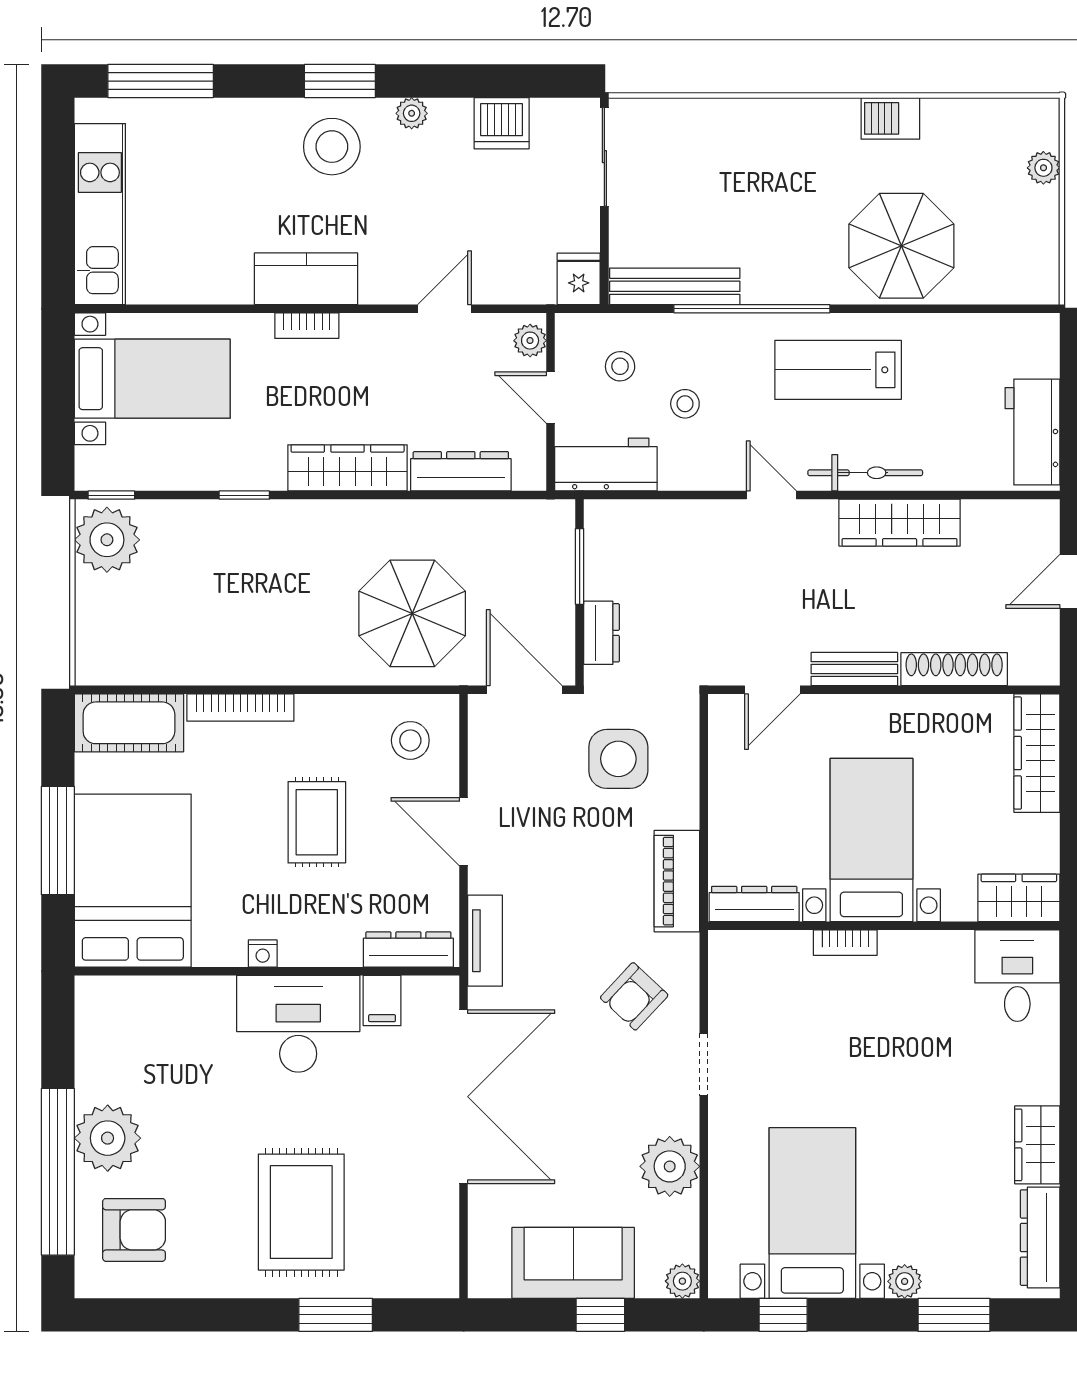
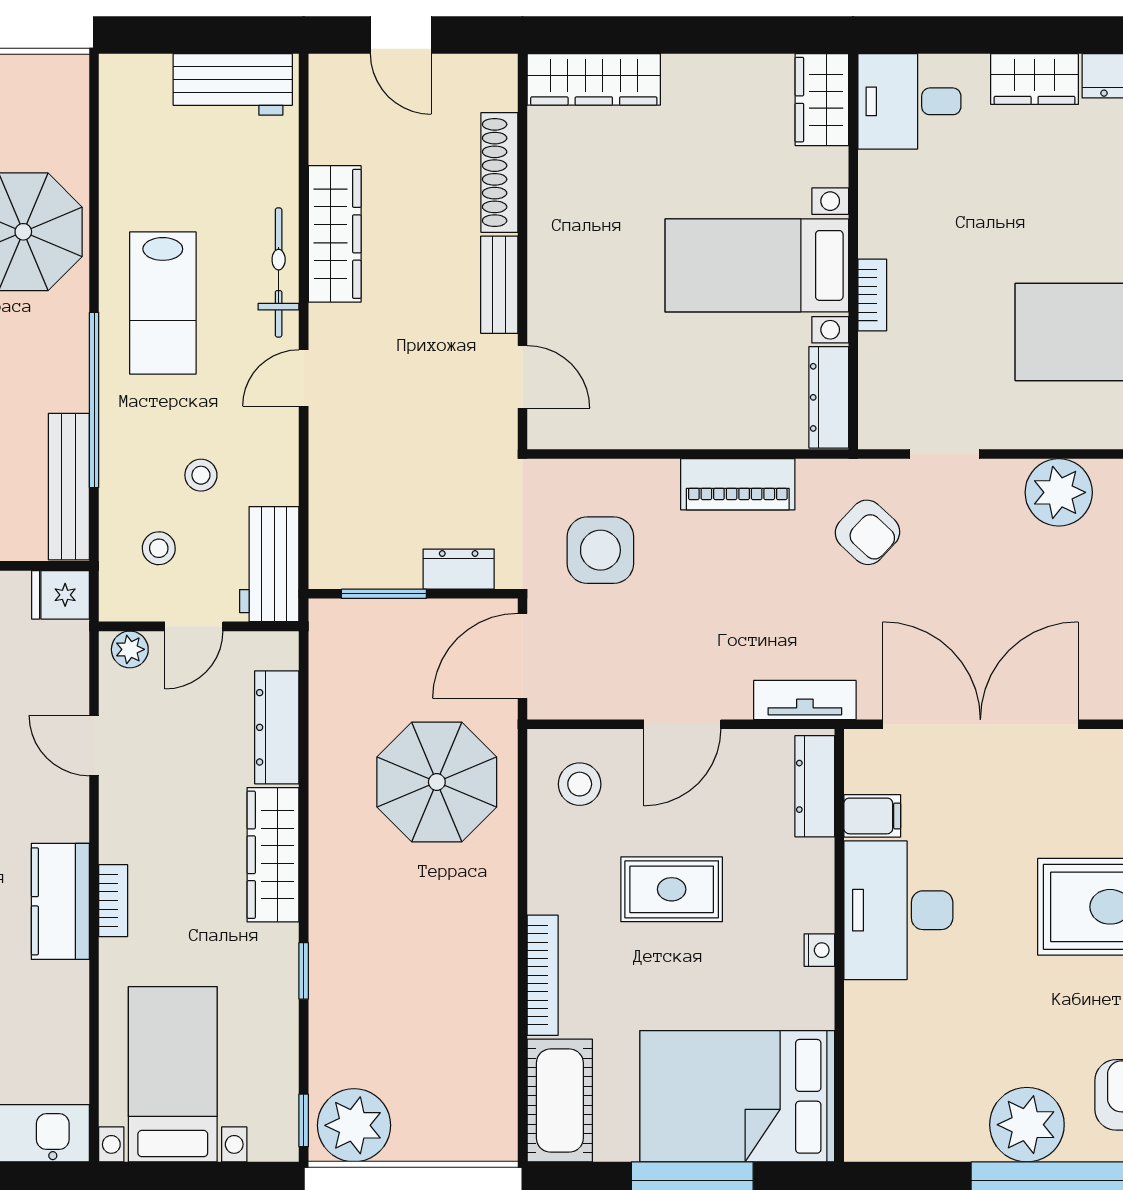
bed with nightstands: (871, 840) -> (757, 265), moved
wardrobe: (1019, 898) -> (822, 100), moved
dresser: (754, 904) -> (829, 397), moved
wall: (884, 926) -> (853, 252), moved
bookcase: (845, 943) -> (872, 295), moved
desk: (1017, 976) -> (909, 101), moved

